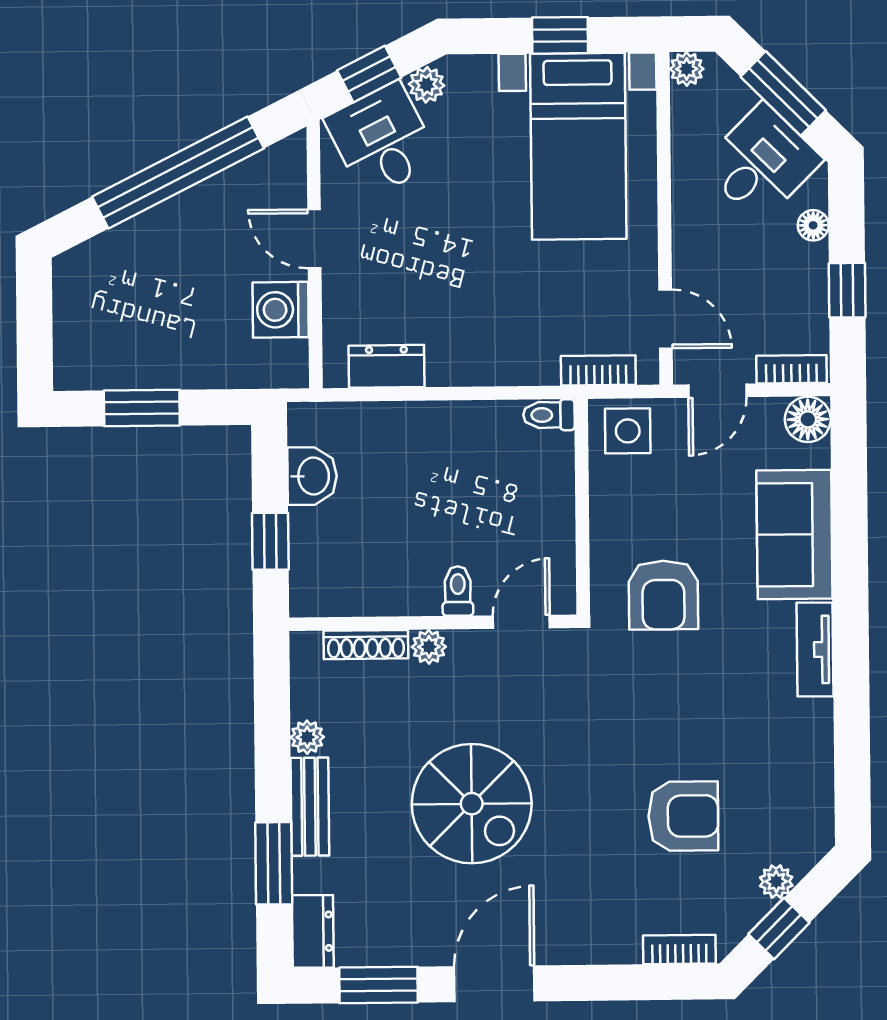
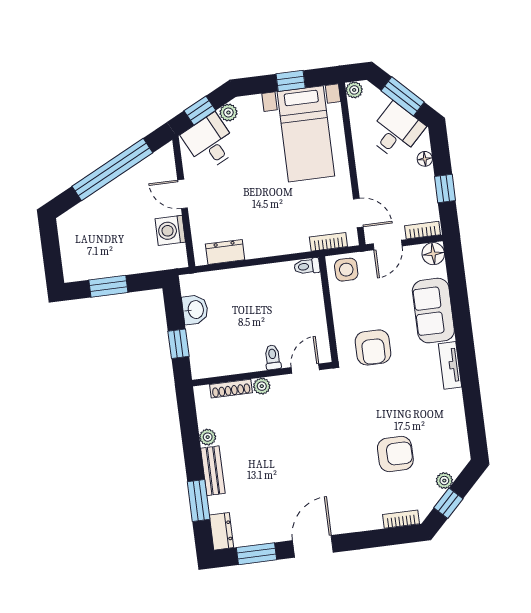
spiral stairs: (472, 804) -> (292, 460), removed

